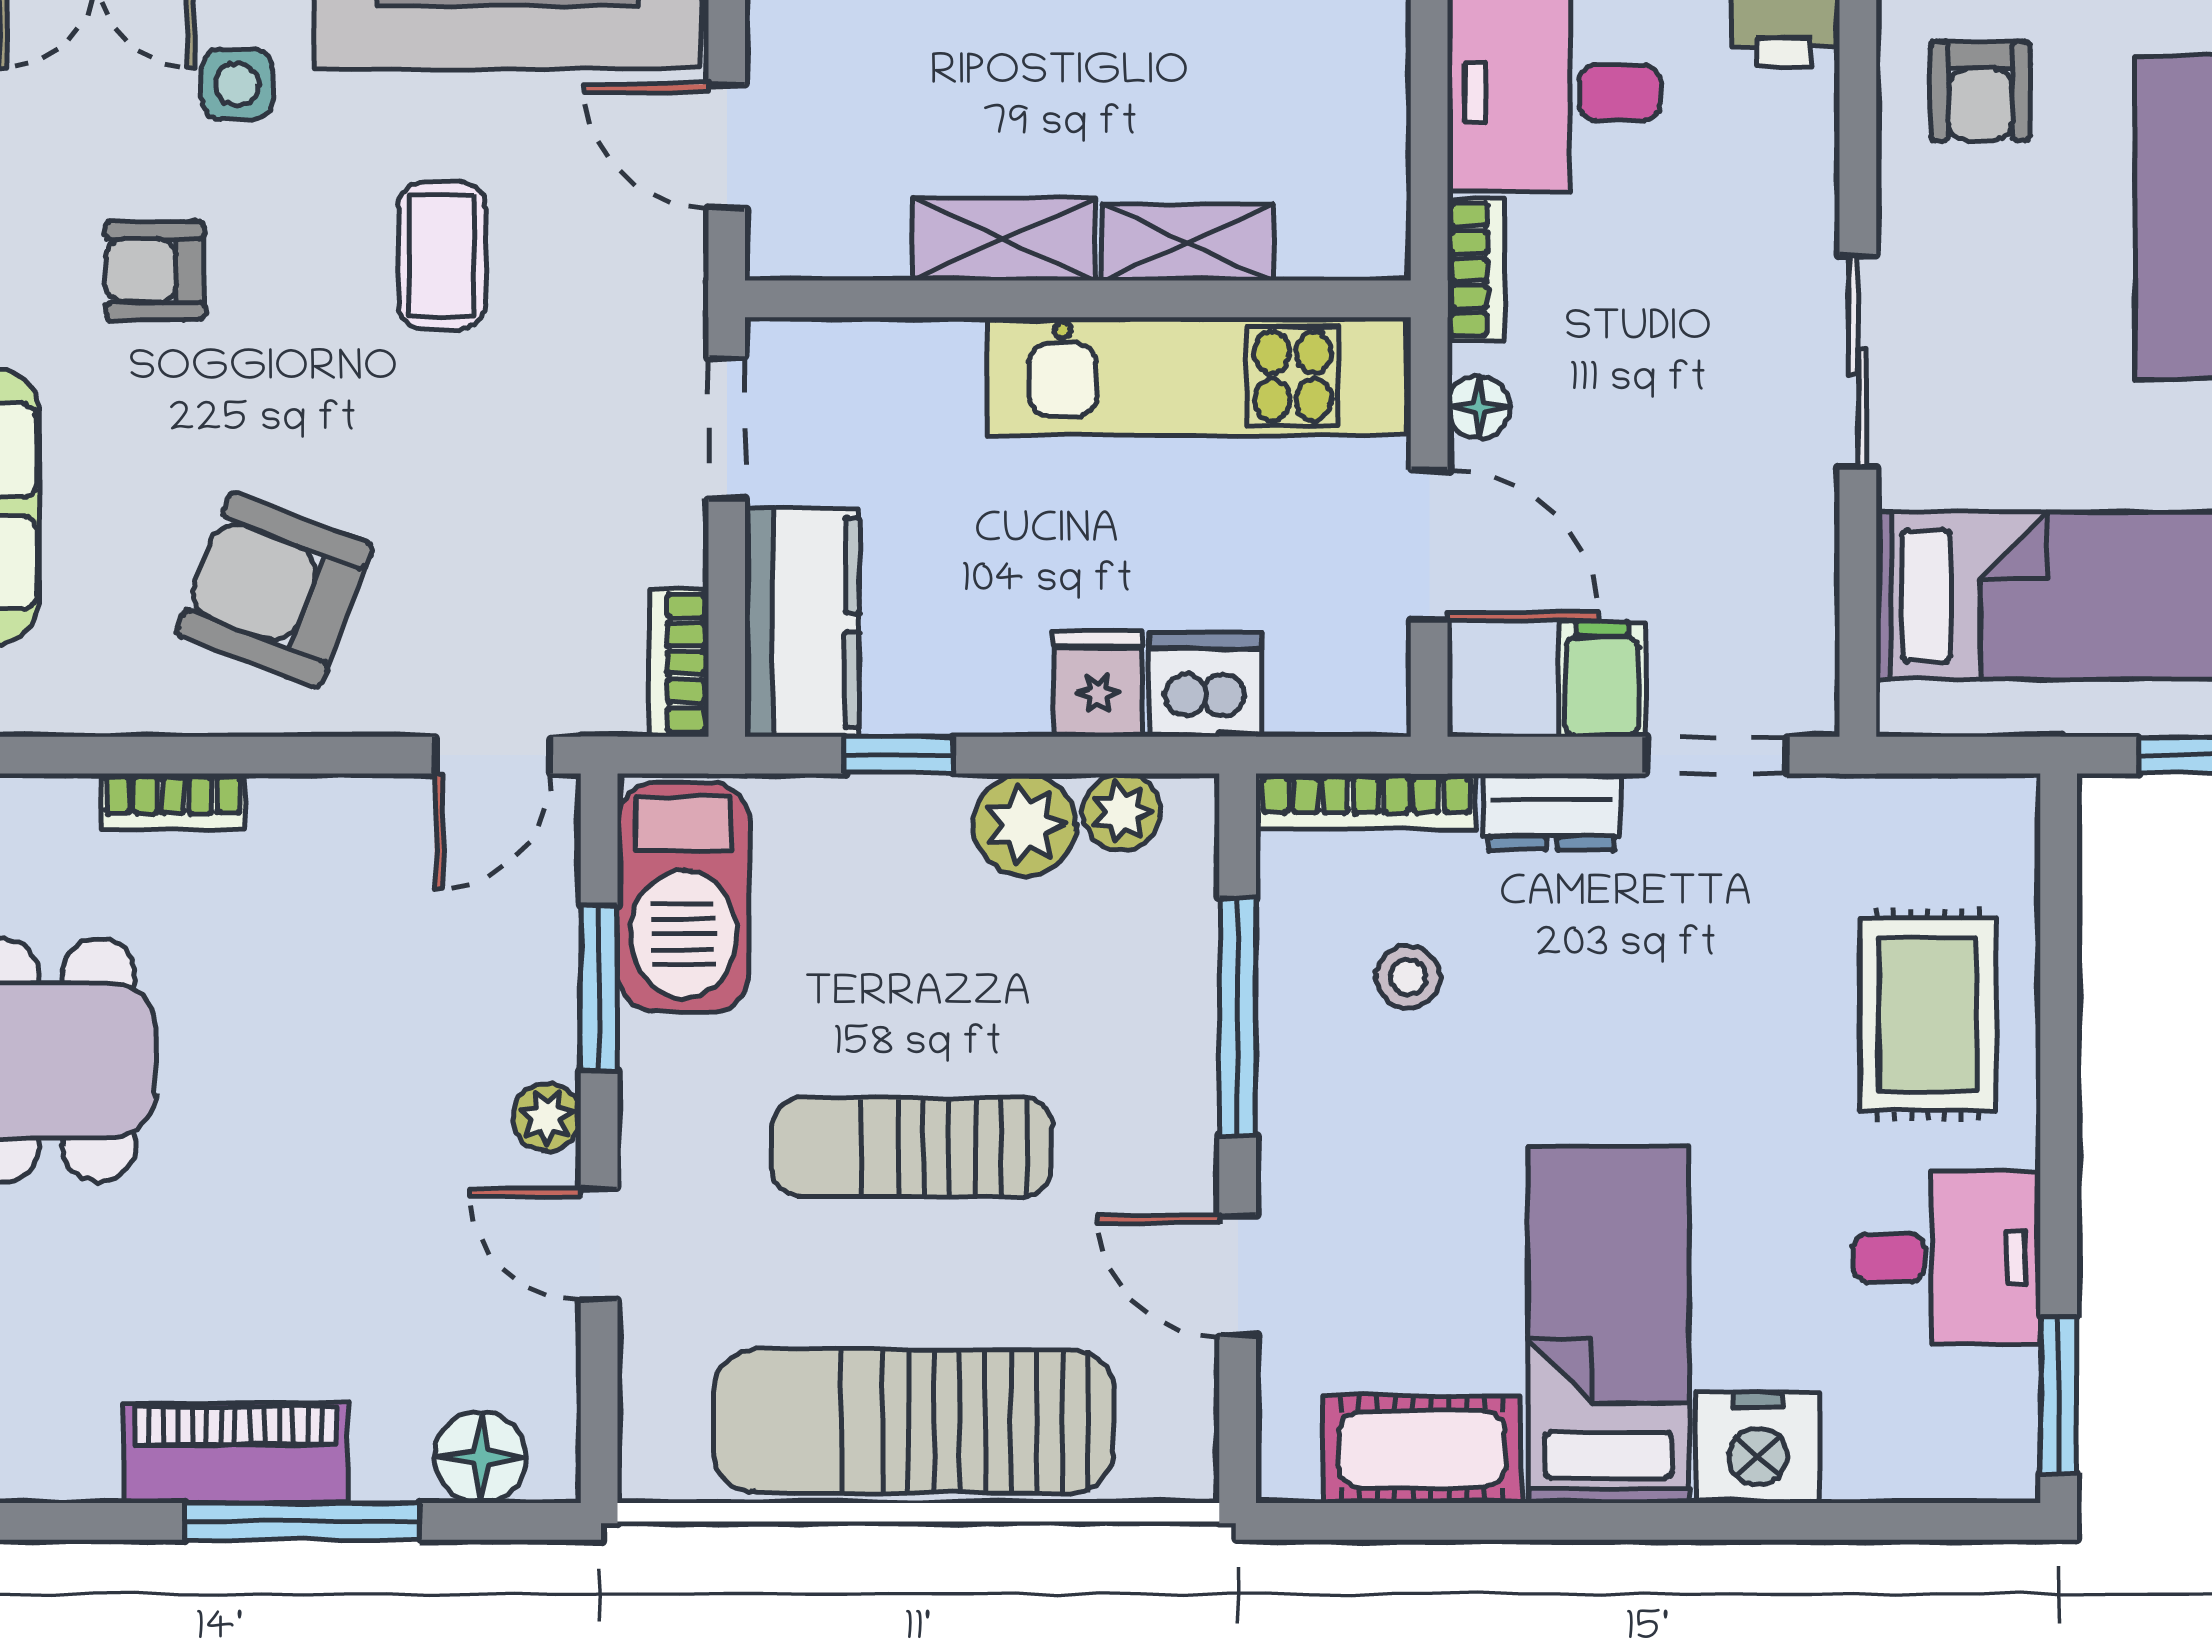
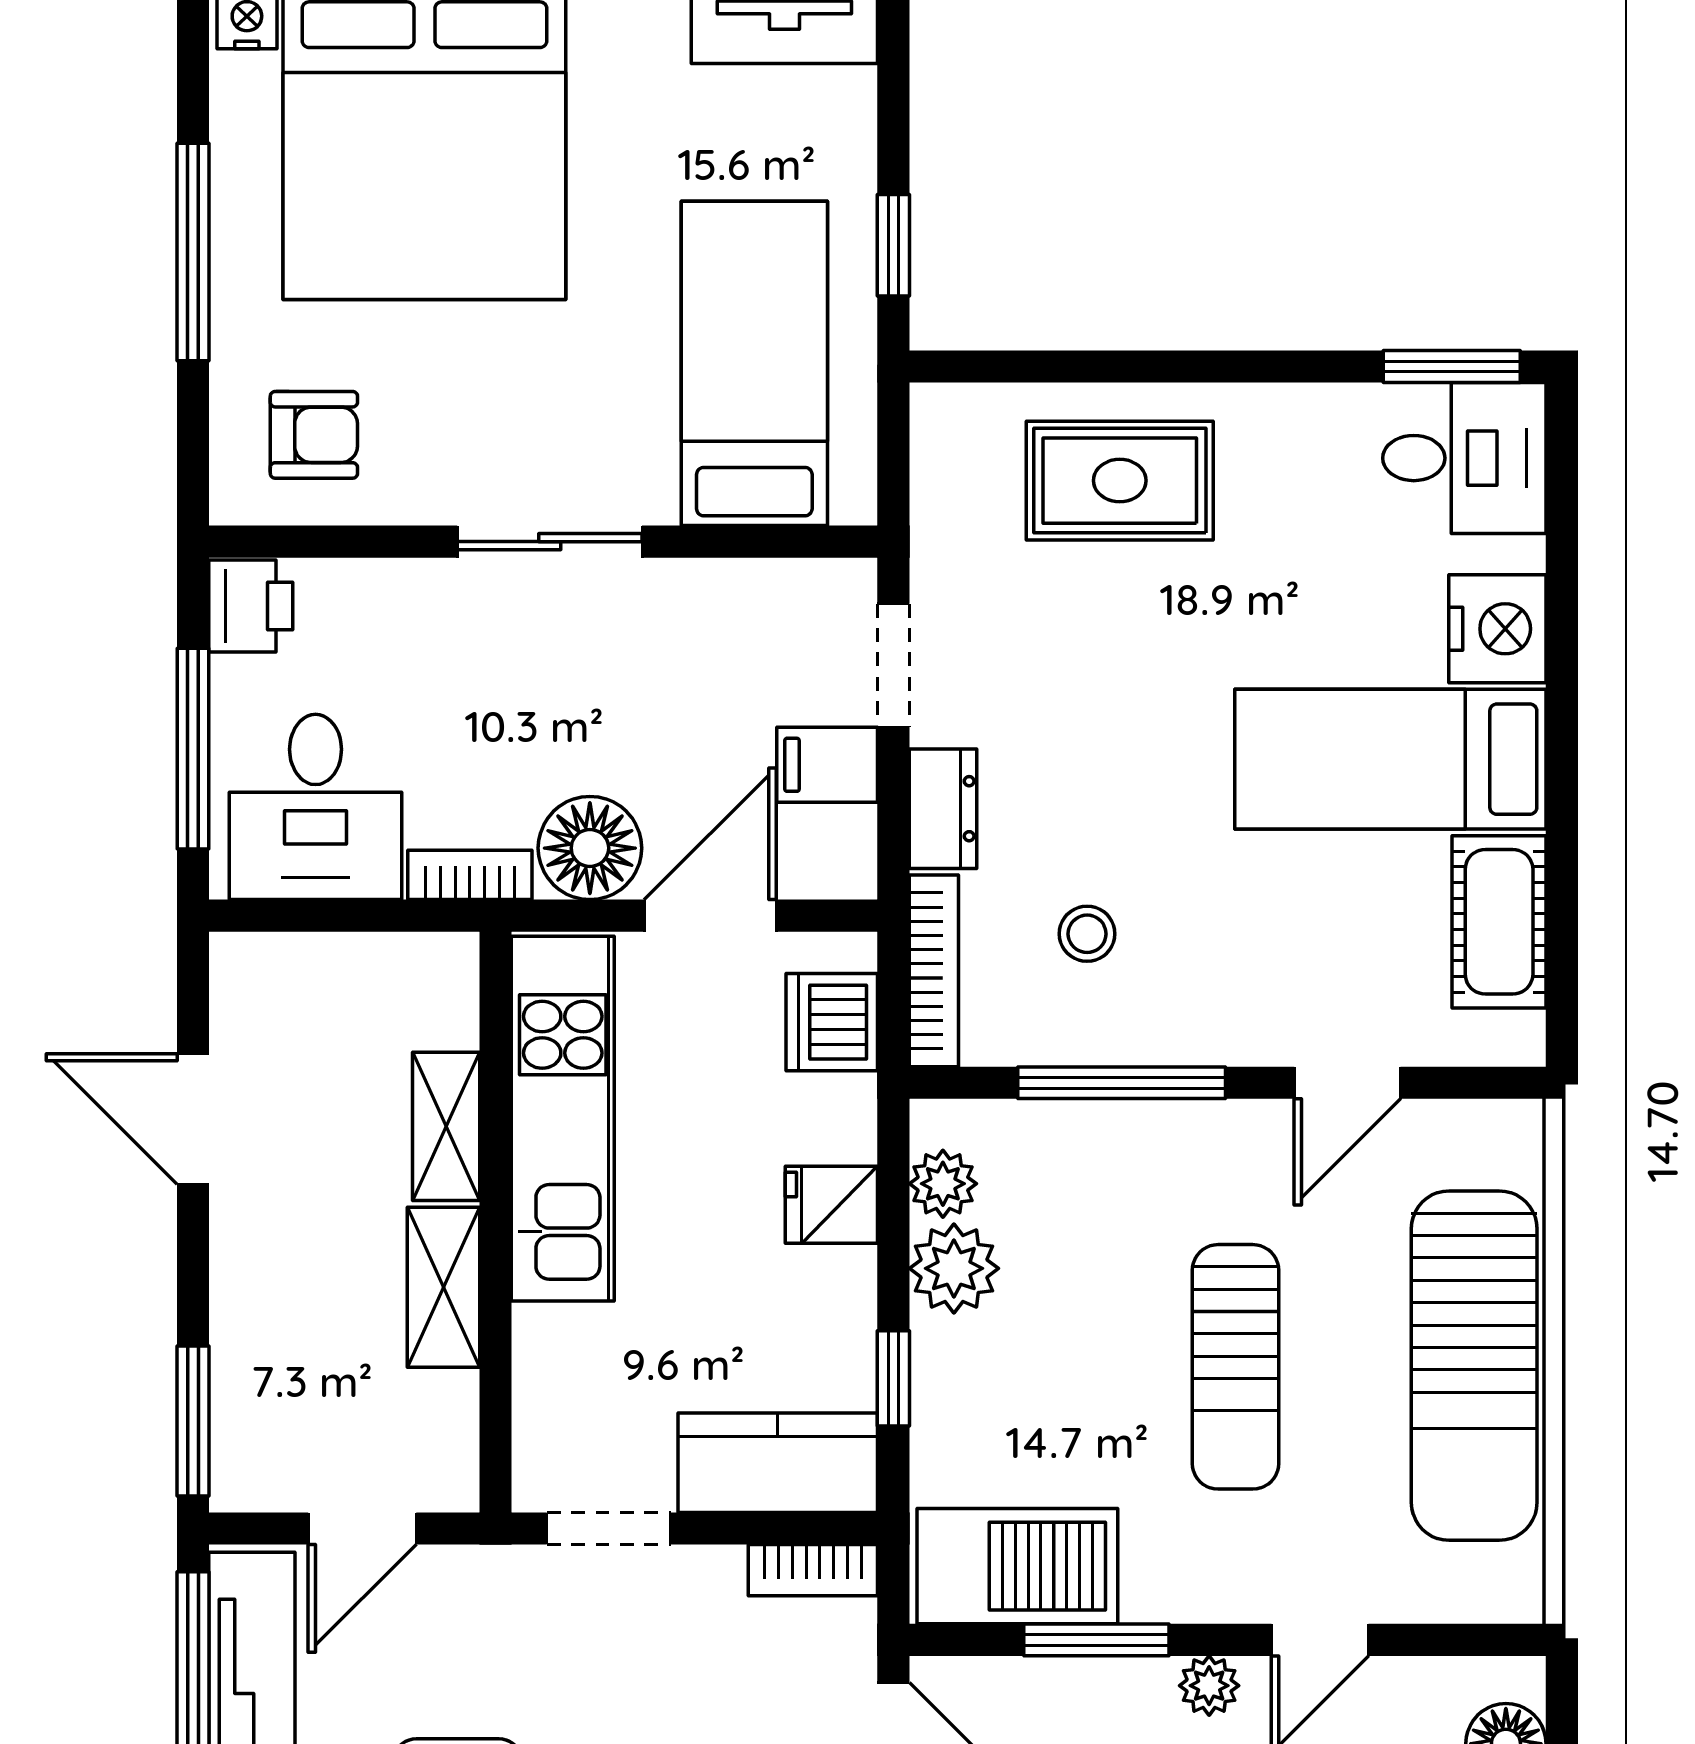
floor lamp: (1479, 407) -> (590, 848), width x1.89, depth x1.89
dishwasher: (1205, 685) -> (832, 1022), moved
desk: (1947, 1258) -> (1464, 458), moved, turned 90

